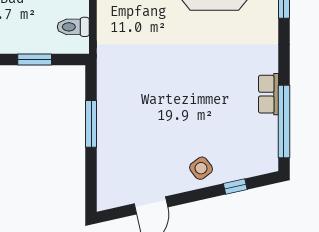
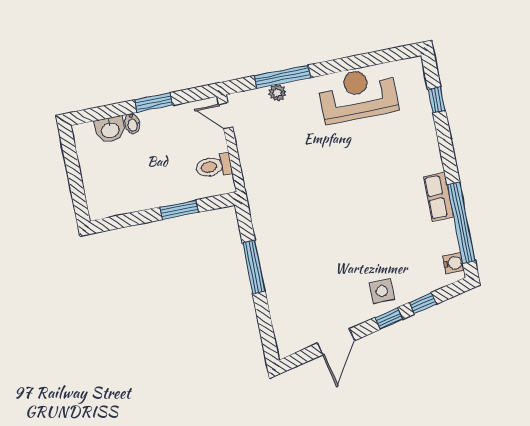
water cooler: (270, 156) -> (453, 263), added
side table: (201, 168) -> (382, 291), turned 37
window: (202, 194) -> (389, 318), added

